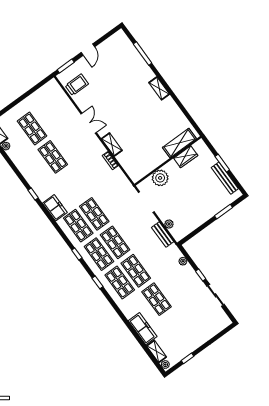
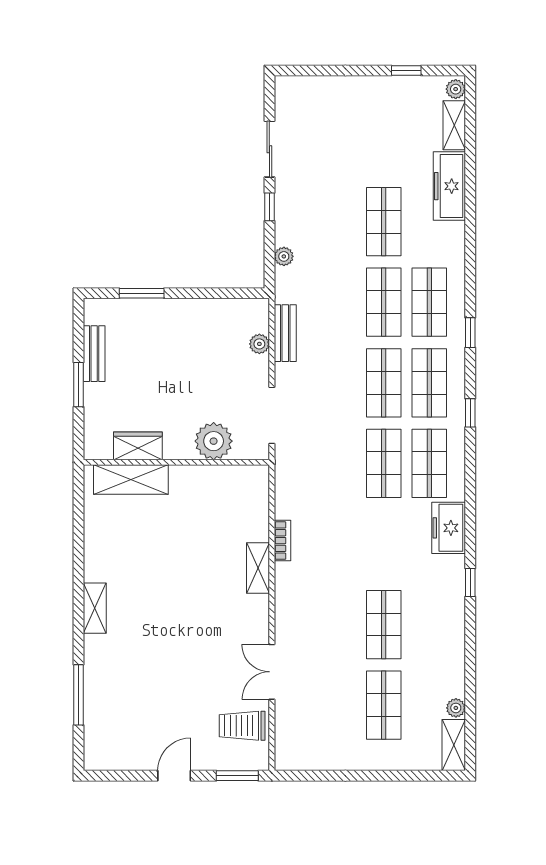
double door: (89, 123) -> (272, 672), moved
bench: (225, 178) -> (94, 354), width x0.73

